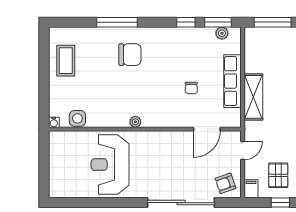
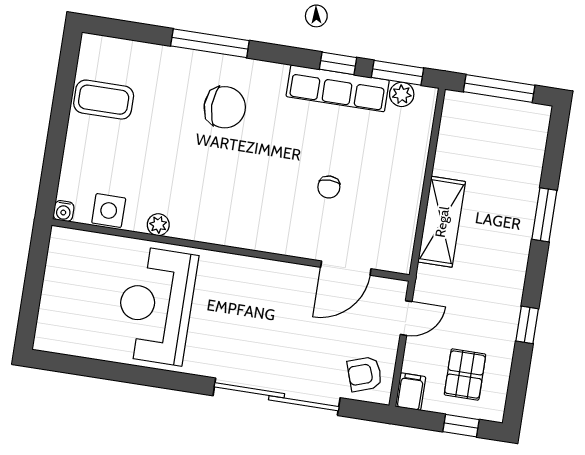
coffee table: (66, 61) -> (104, 100), turned 90
row of seats: (233, 81) -> (338, 88), moved, turned -90
plant: (135, 122) -> (158, 225), moved

